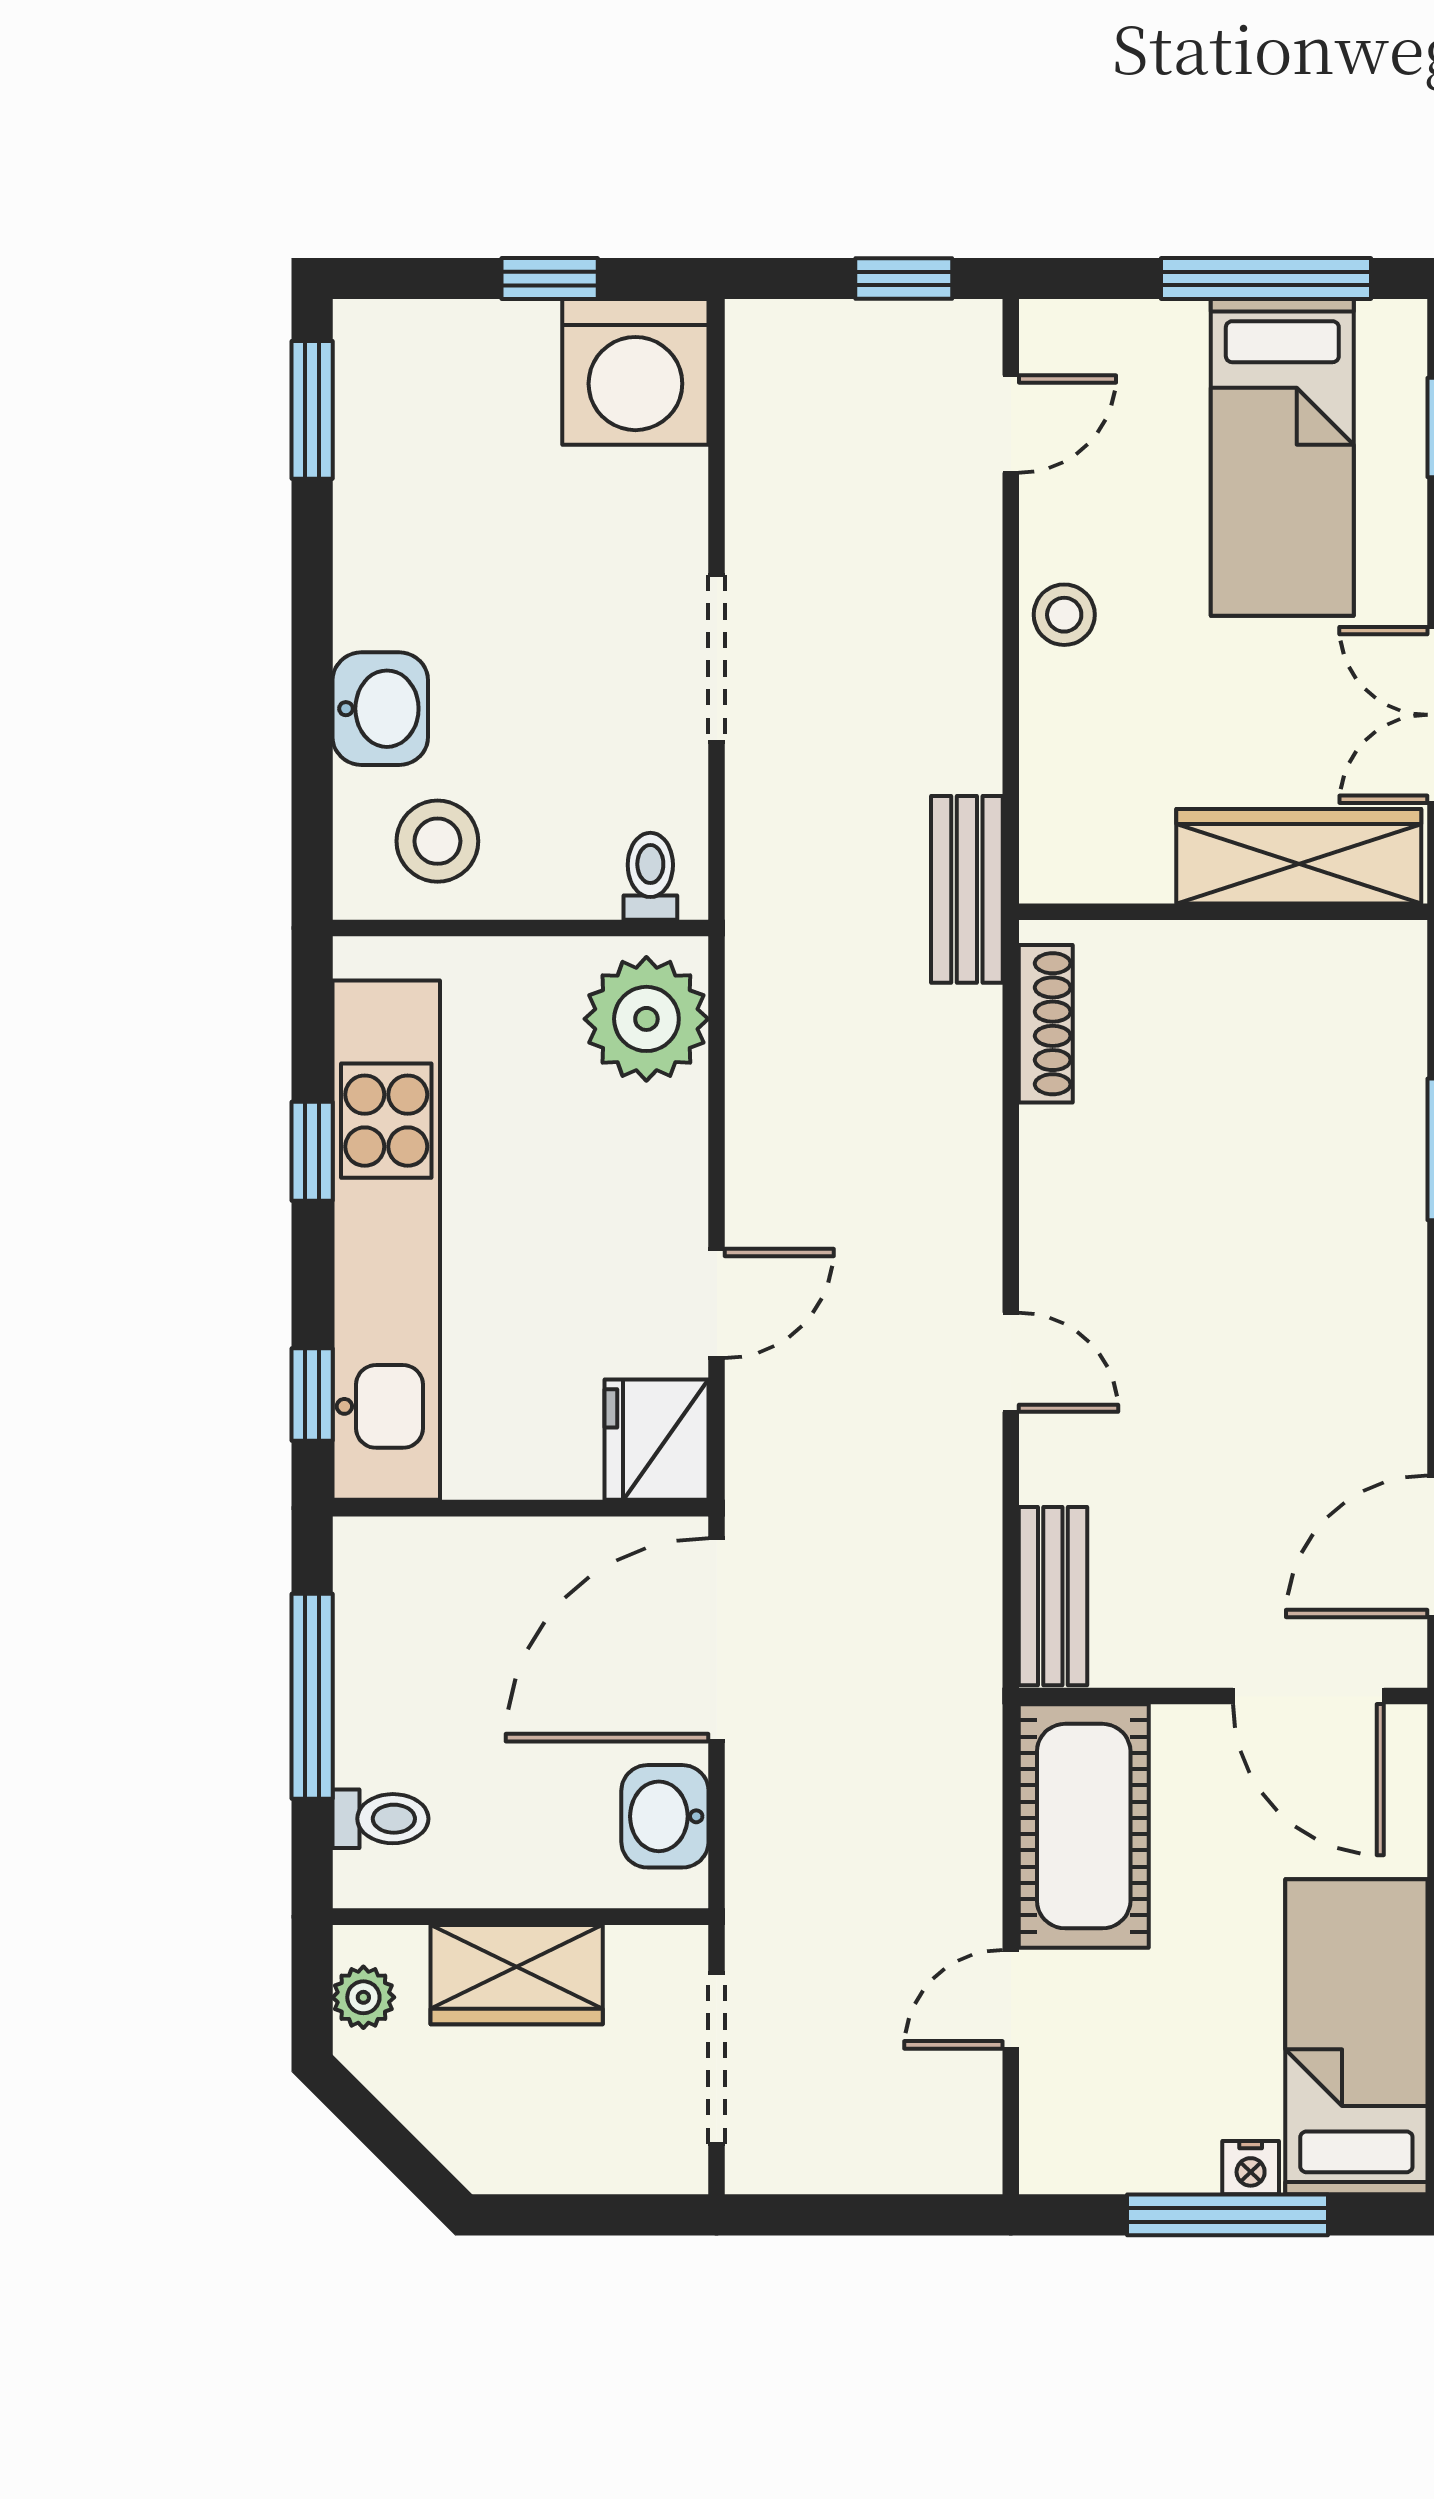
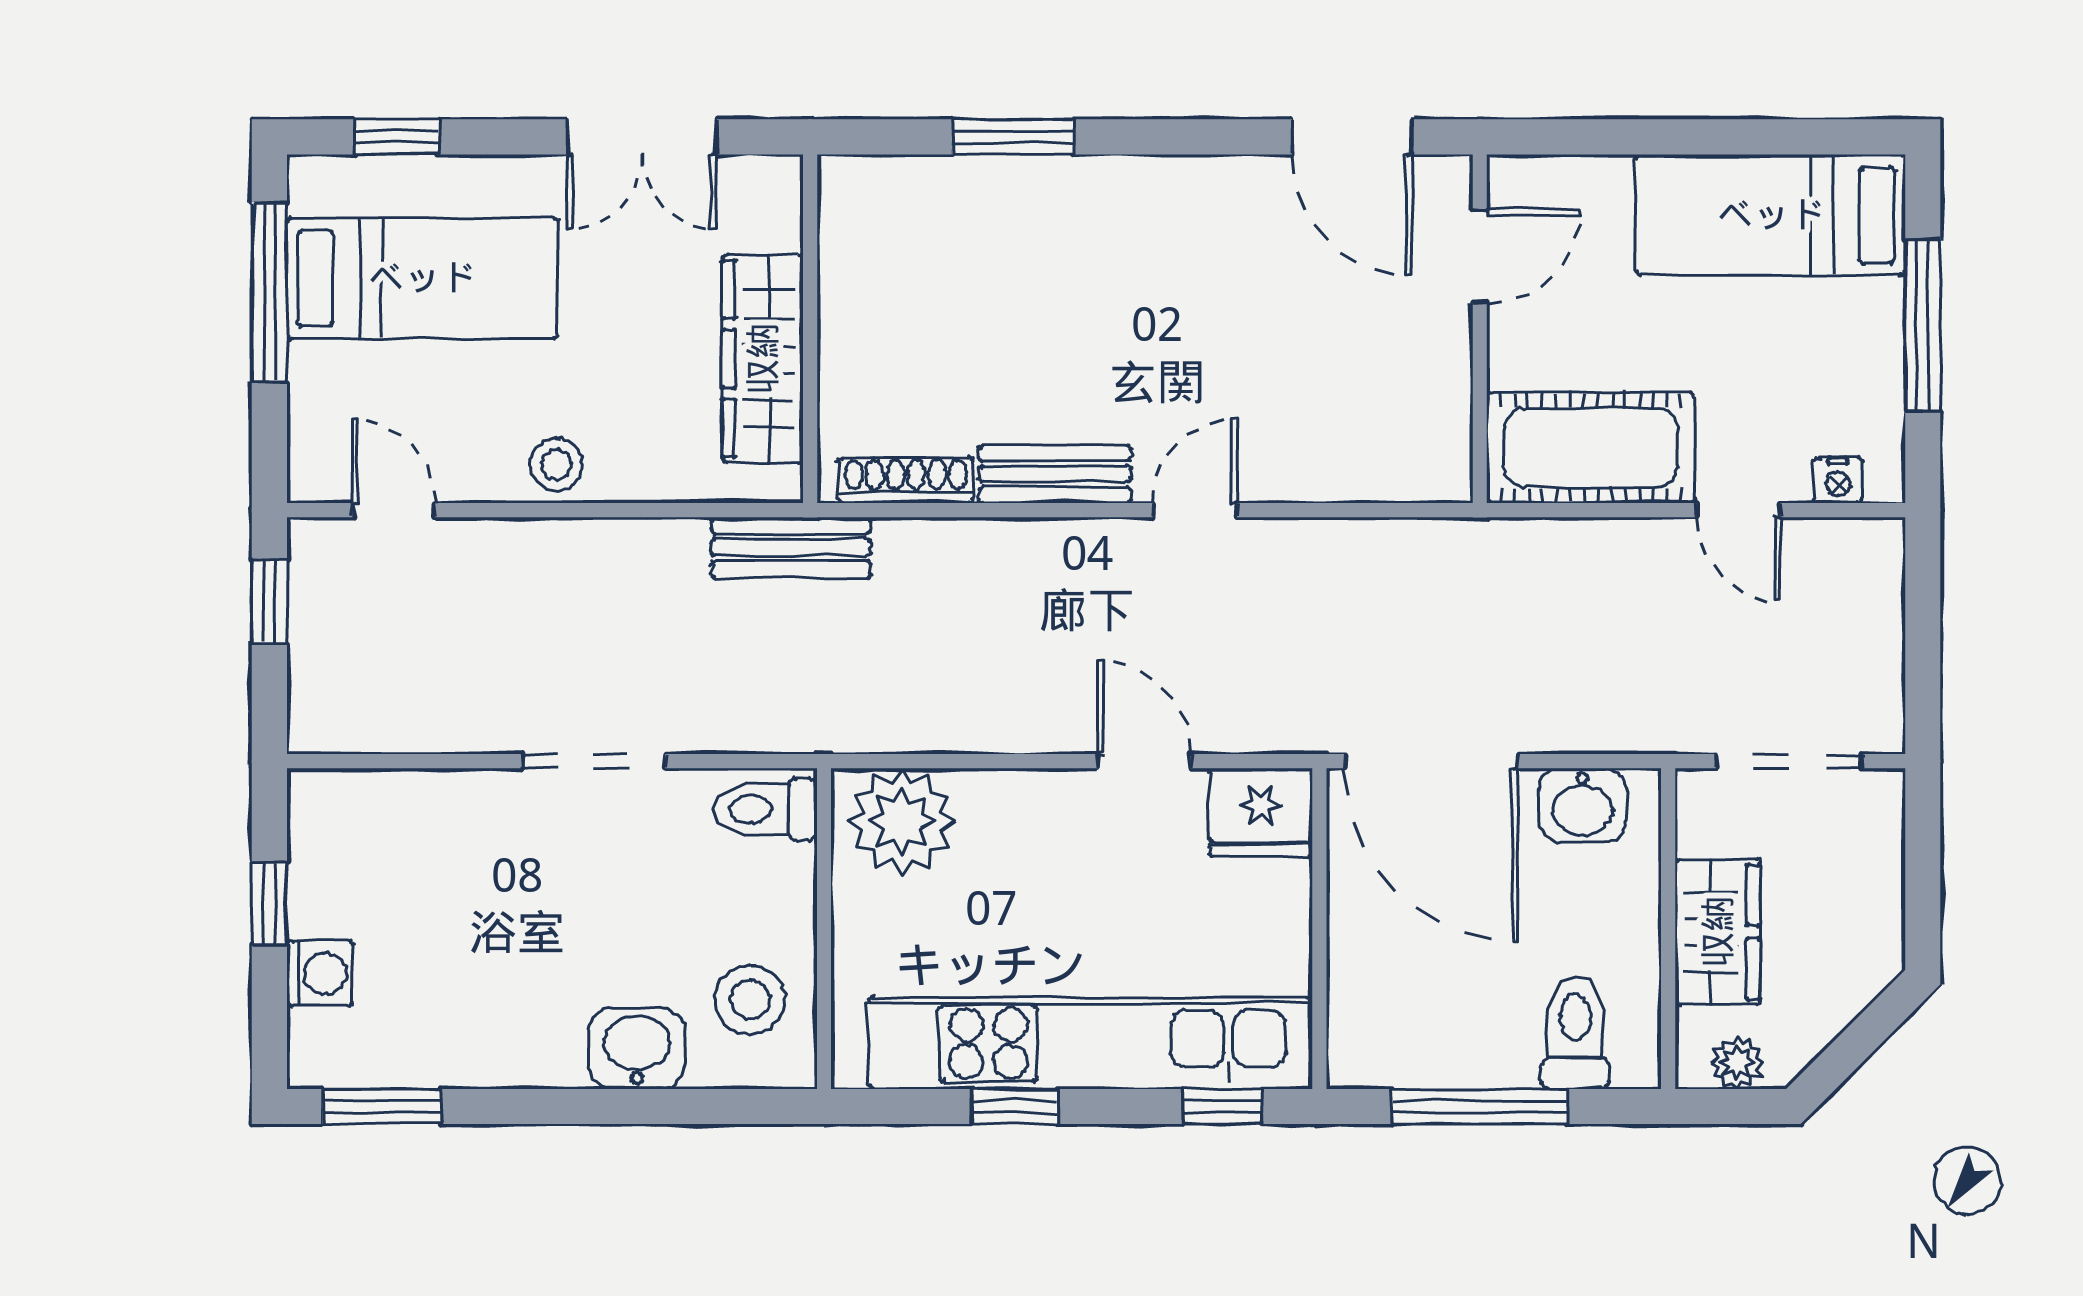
washing machine: (635, 372) -> (320, 973), moved, width x0.53, depth x0.53
wardrobe: (1299, 856) -> (763, 359), moved
toilet: (650, 876) -> (765, 809), width x1.37, depth x1.39
bench: (1053, 1596) -> (1055, 474), moved
door: (1308, 1696) -> (1480, 256), width x0.73
toilet: (380, 1819) -> (1575, 1032), width x1.37, depth x1.39
nightstand: (1251, 2168) -> (1838, 480), moved, turned 90

